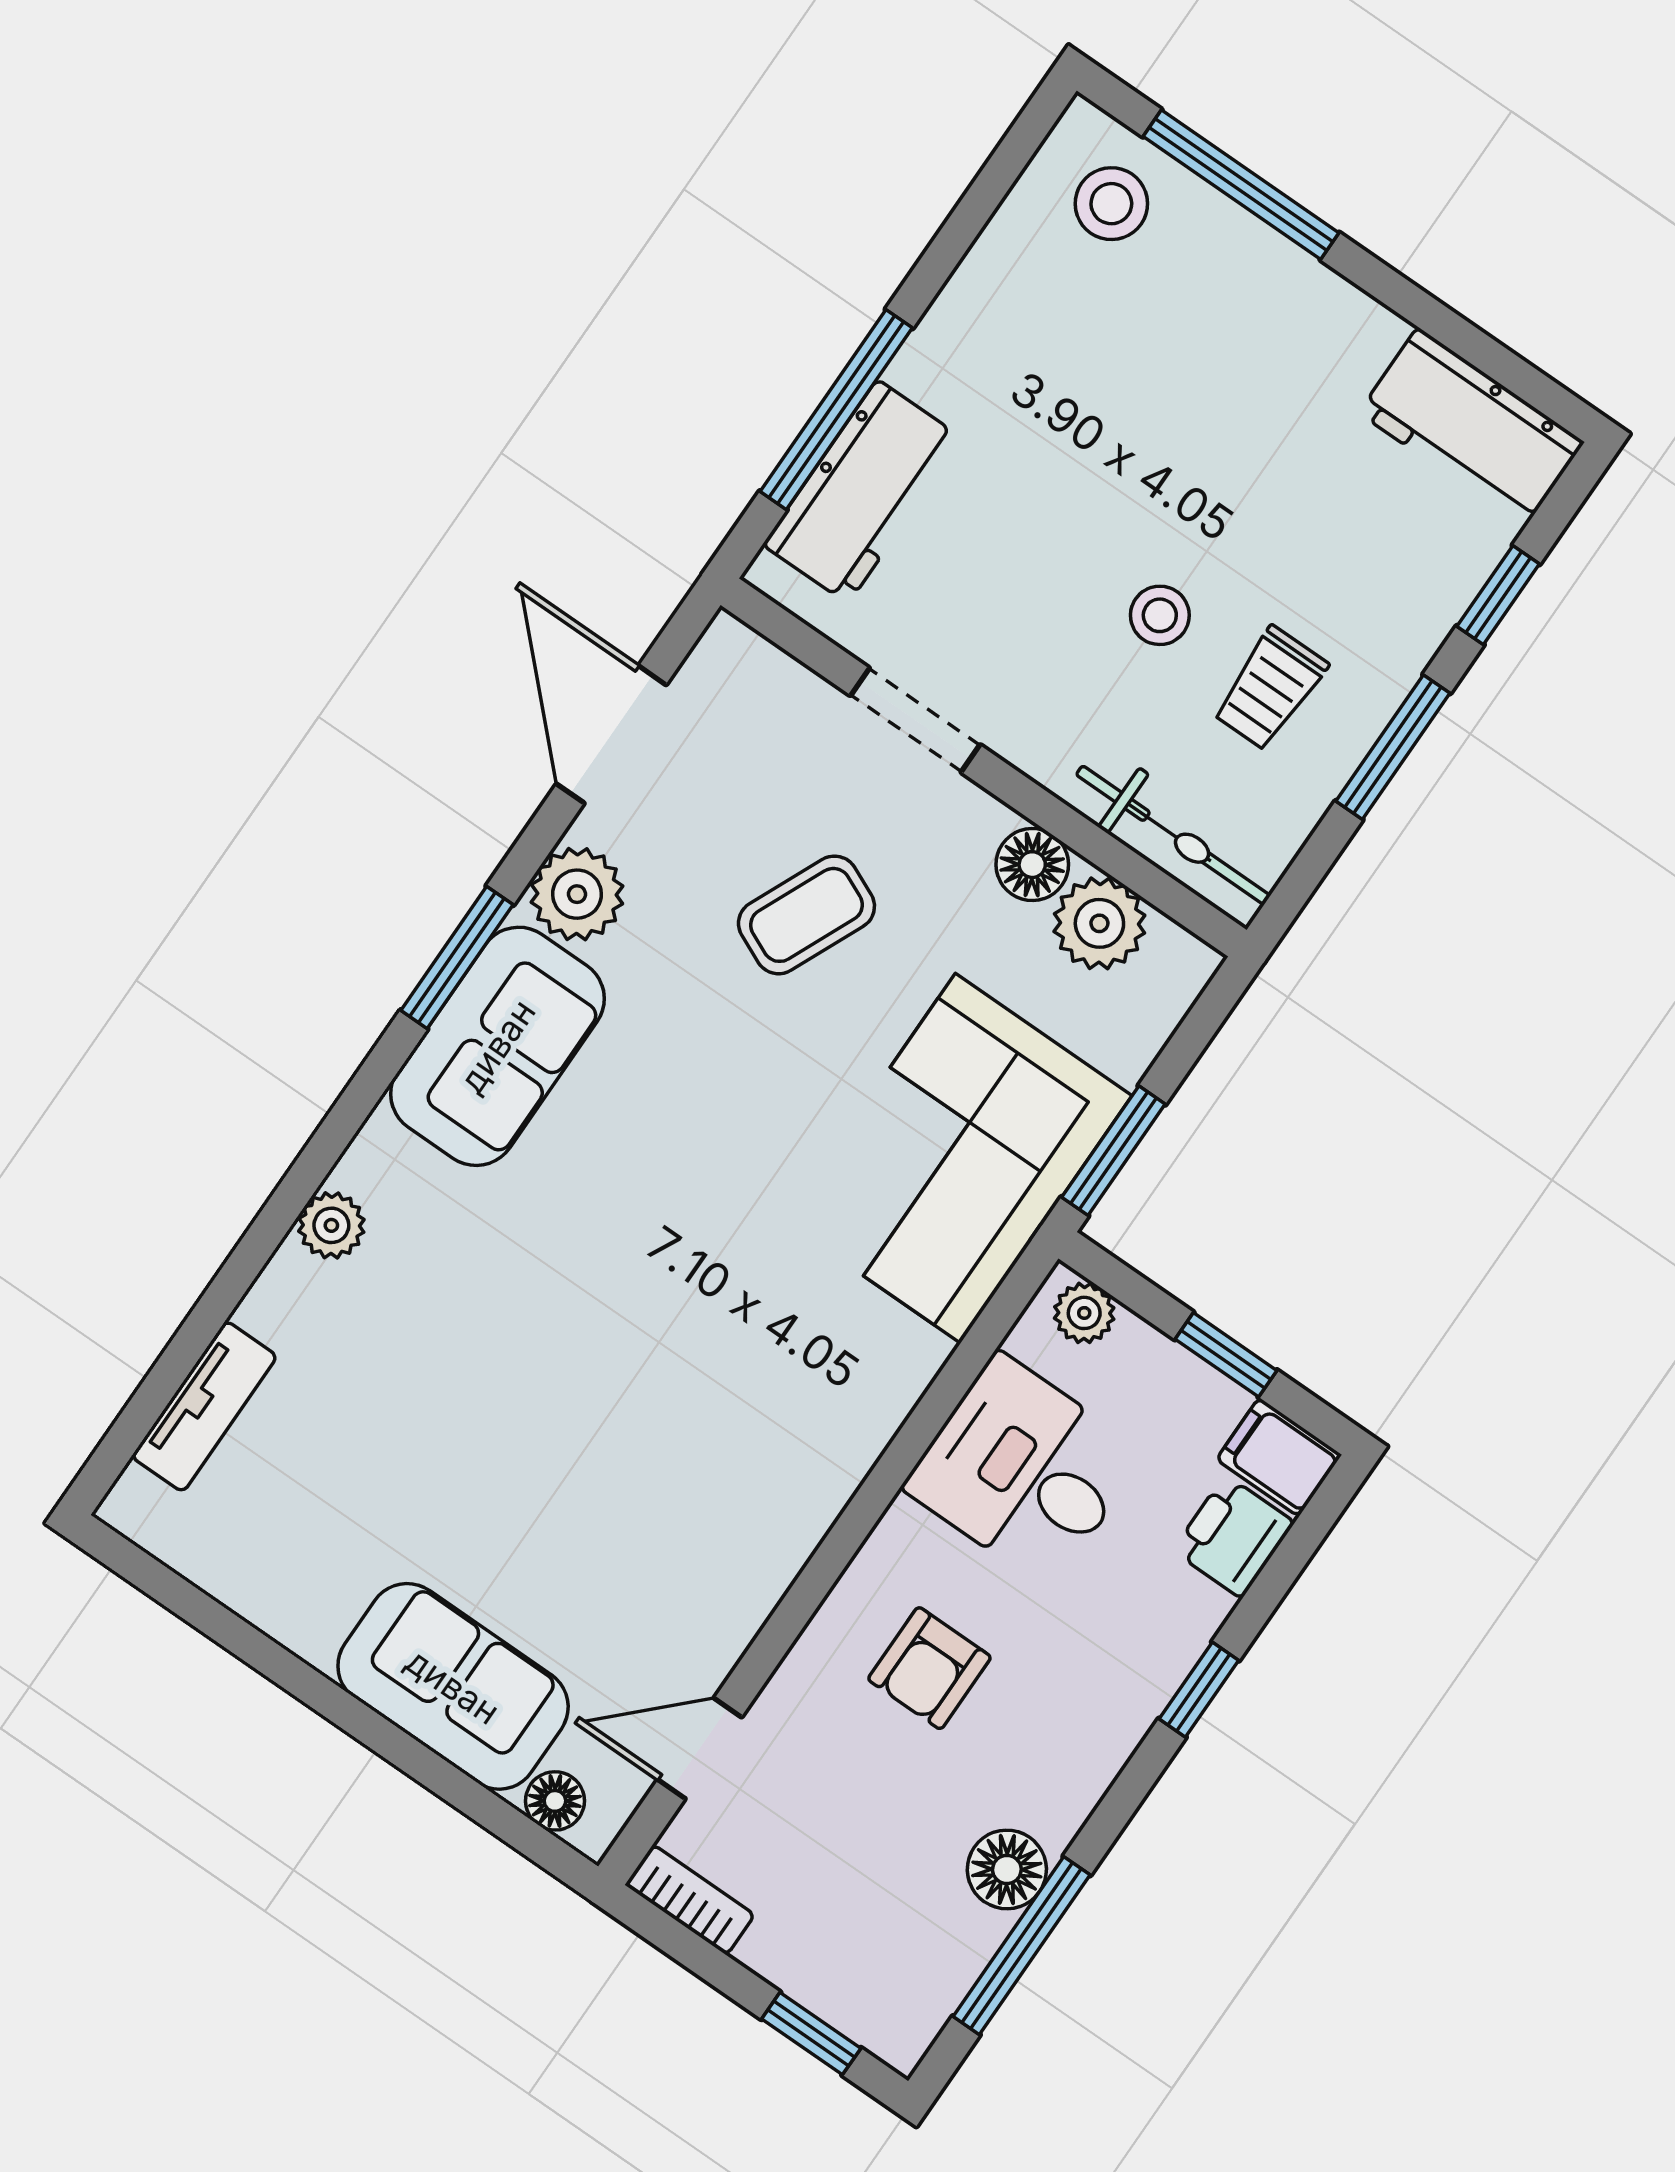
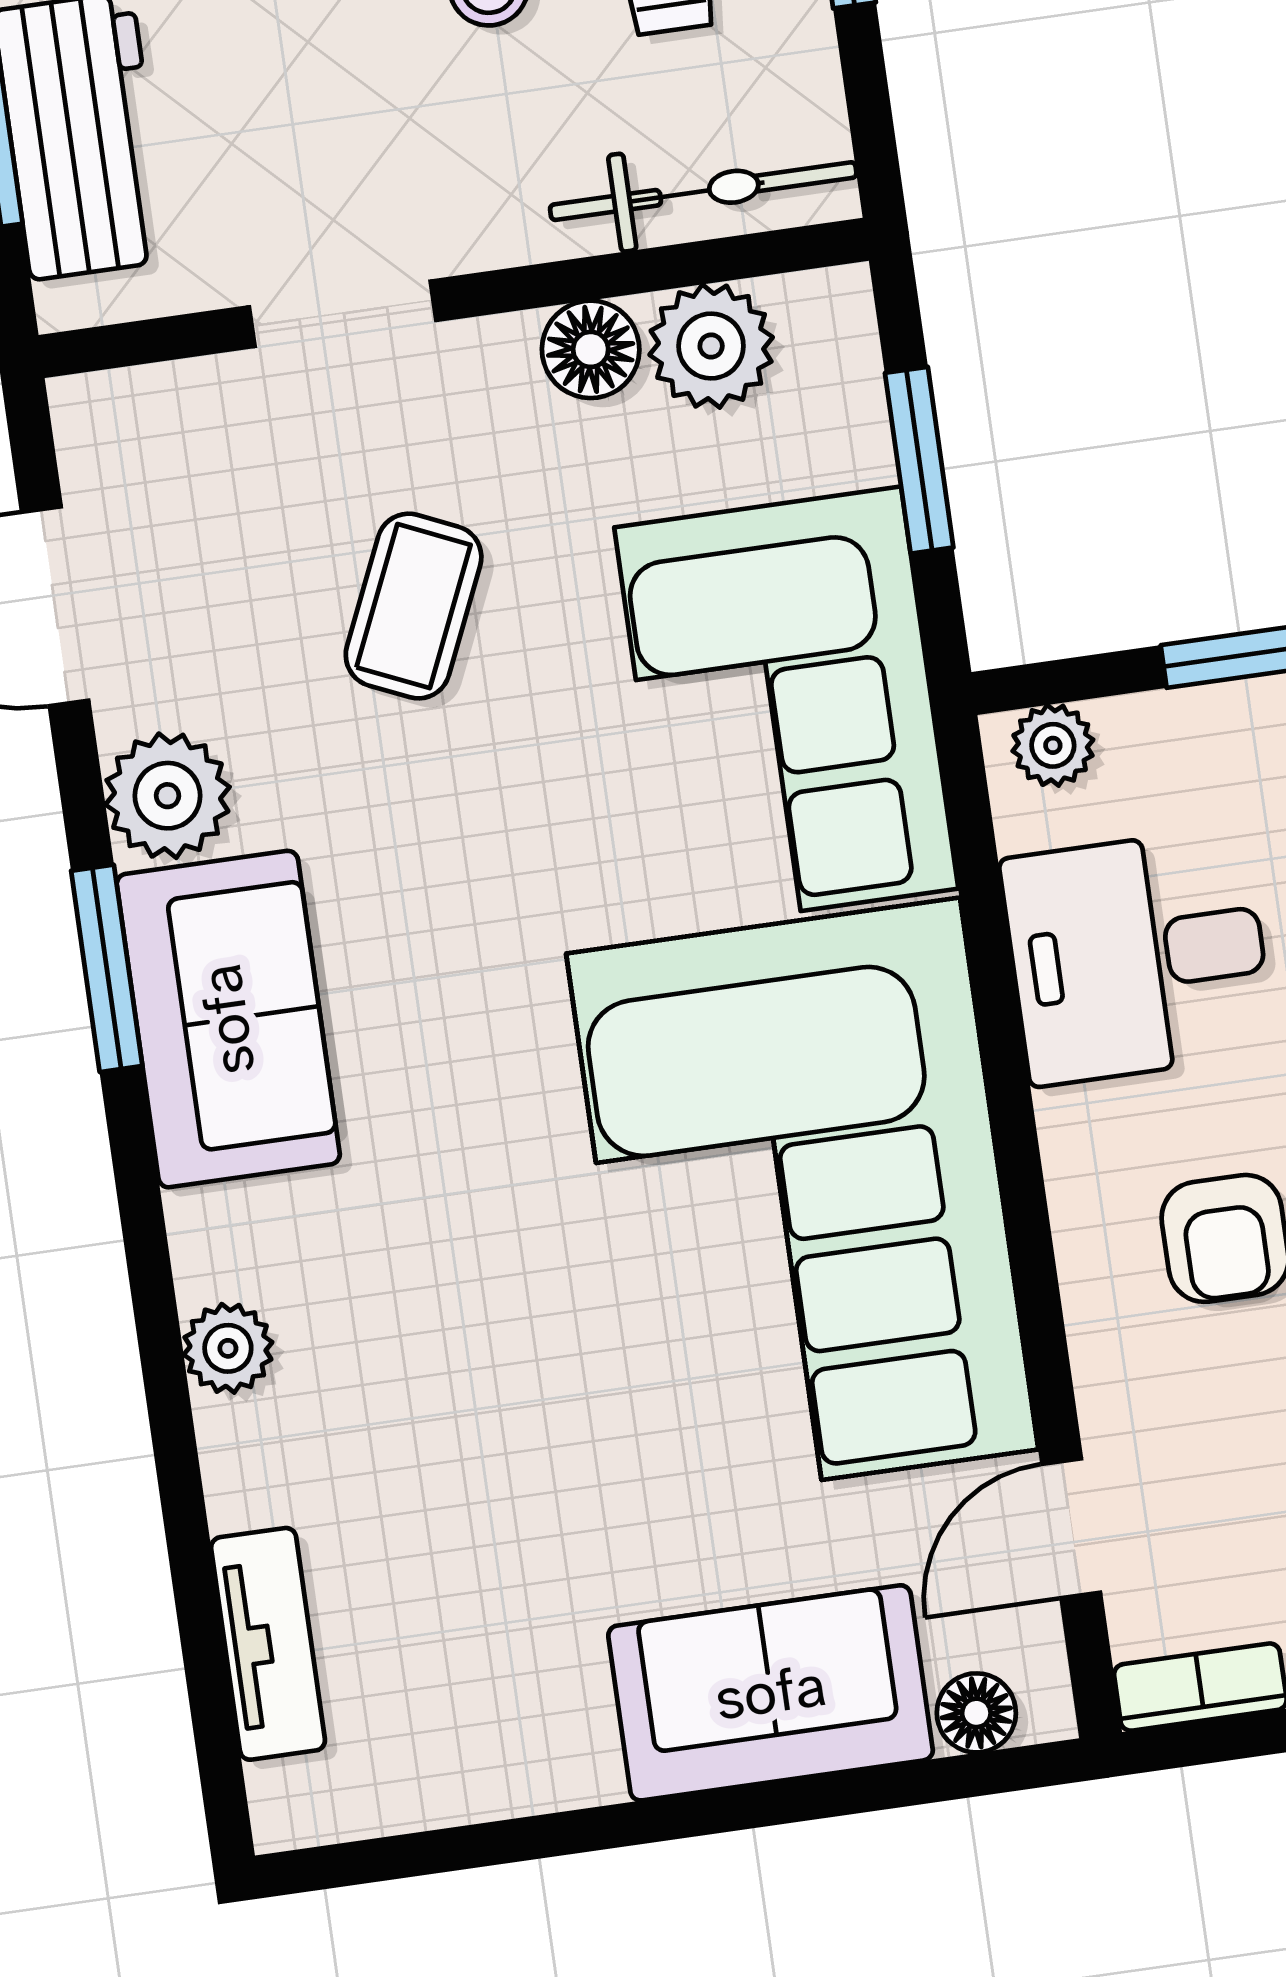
window: (1113, 1151) -> (919, 460), moved
corner sofa: (718, 1435) -> (802, 1201), added

